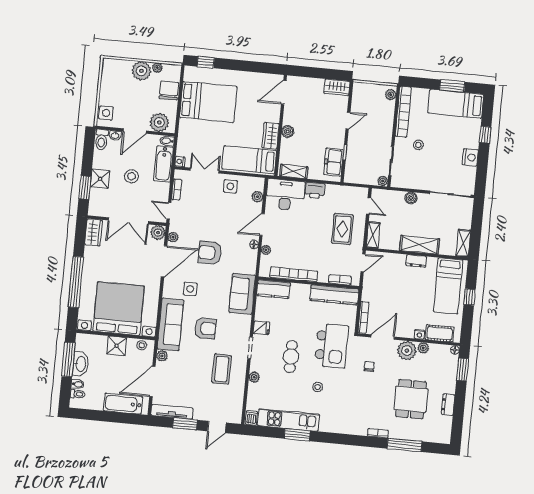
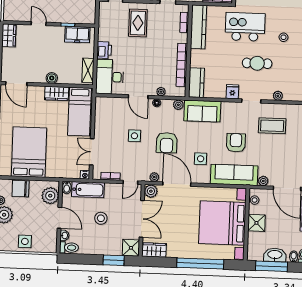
side table: (106, 113) -> (25, 241), moved
shower: (100, 179) -> (131, 248), moved
side table: (230, 186) -> (134, 136), moved
plant: (257, 197) -> (178, 105), moved
rug: (342, 229) -> (138, 23), turned 90

